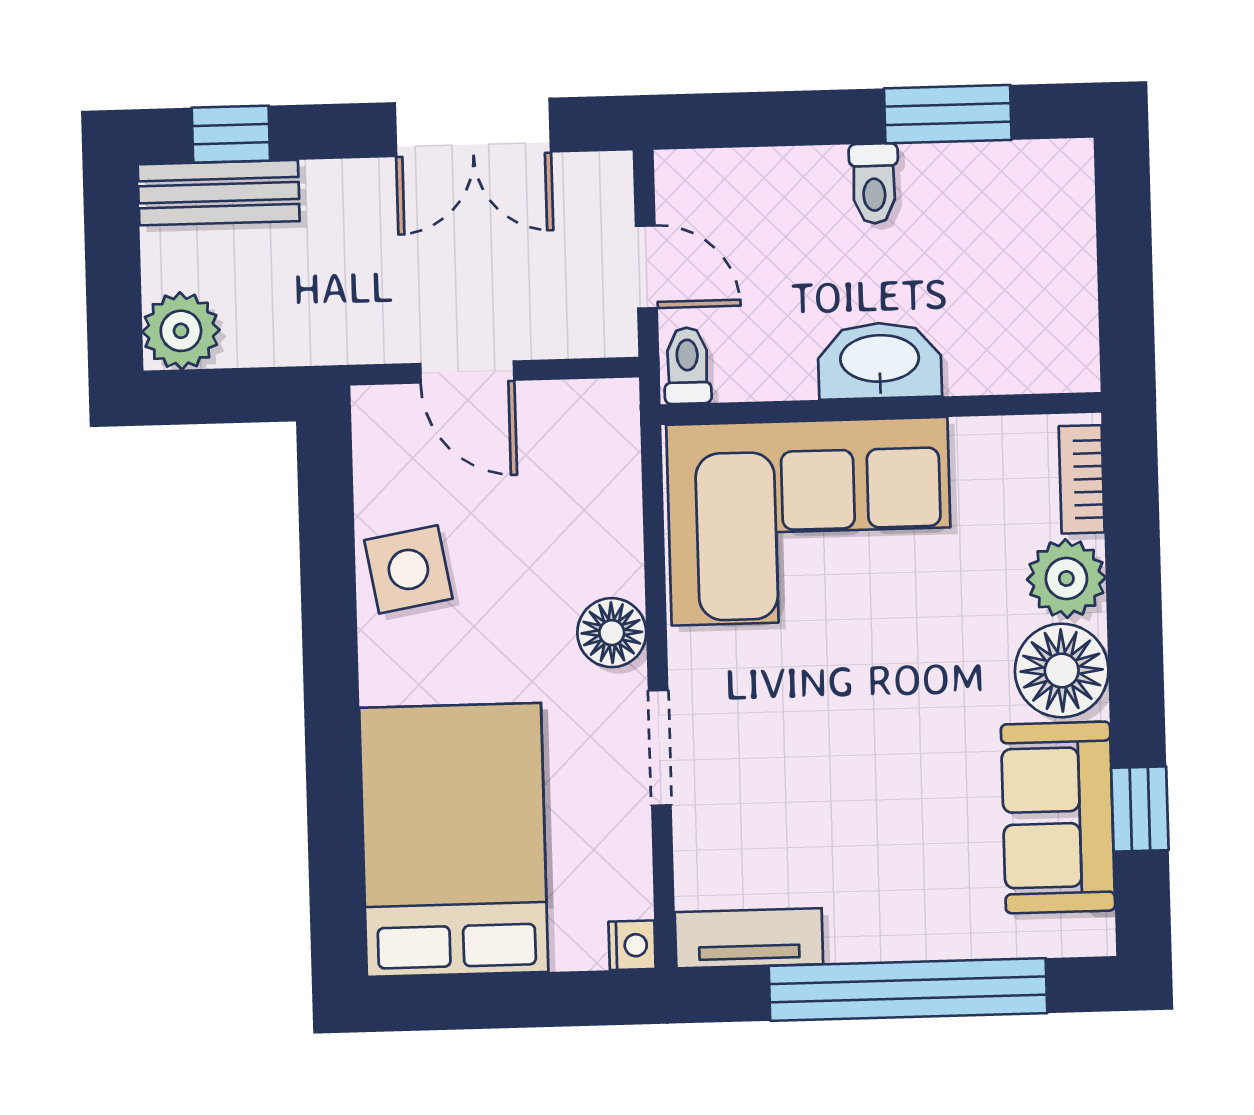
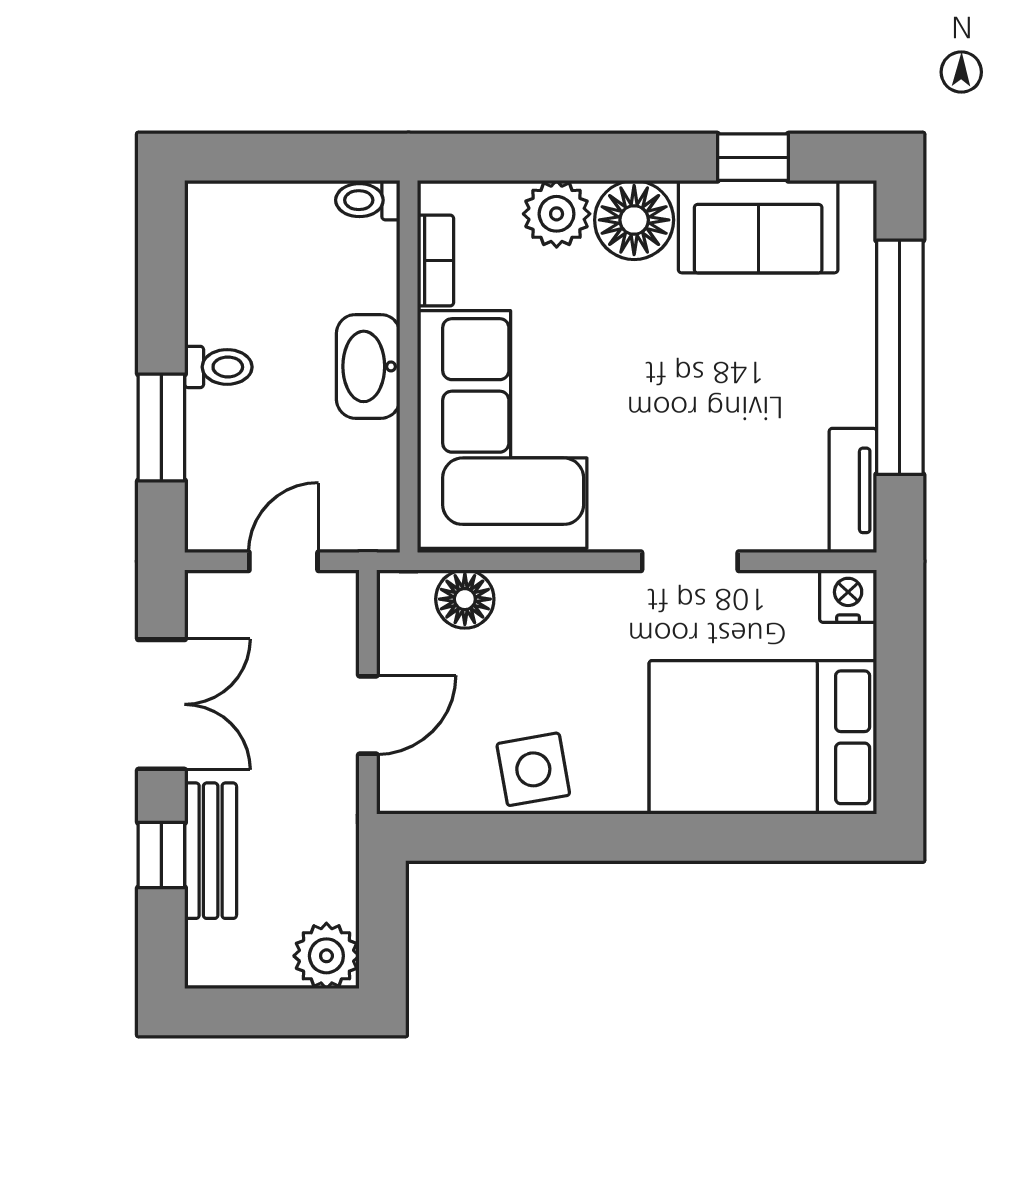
window: (948, 114) -> (161, 427), moved
window: (231, 134) -> (161, 855), moved
bench: (219, 193) -> (211, 851), moved
toilet: (687, 366) -> (368, 200), moved
bookcase: (1082, 479) -> (435, 261), moved, turned -90
floor lamp: (612, 633) -> (465, 599), moved
nightstand: (632, 945) -> (848, 596), width x1.39, depth x1.35

